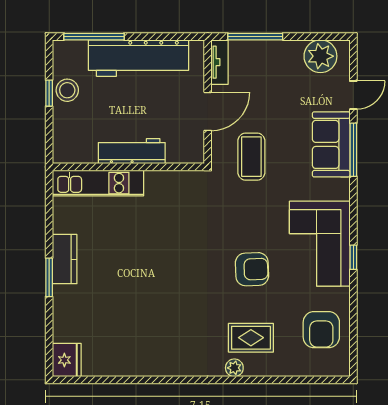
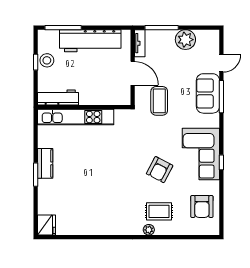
plant: (320, 56) -> (185, 40), moved
door: (208, 111) -> (133, 73), hinge flipped
workbench: (132, 151) -> (58, 98), moved
kitchen unit: (98, 183) -> (76, 117), width x1.36
armchair: (252, 269) -> (160, 170), turned 120

